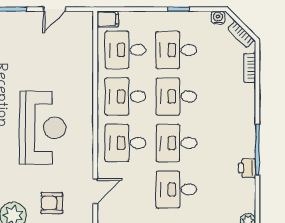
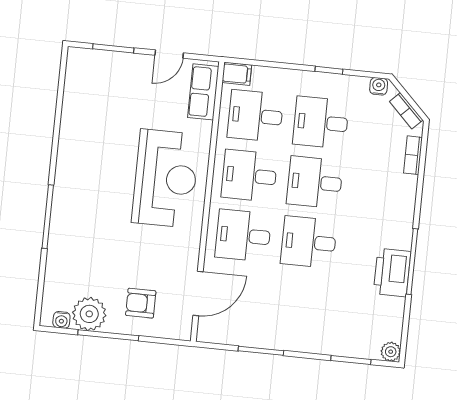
row of seats: (83, 36) -> (203, 92), added
reception desk: (43, 128) -> (166, 178), moved
printer: (247, 168) -> (392, 273), width x1.87, depth x1.48
desk: (176, 189) -> (303, 302), removed
door: (95, 191) -> (198, 293), width x1.38

